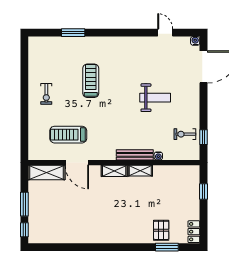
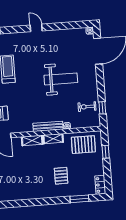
door: (165, 33) -> (36, 28), moved
weight bench: (155, 98) -> (61, 79), width x1.36, depth x1.33
pallet: (177, 181) -> (83, 145), added
pallet: (161, 230) -> (61, 176), moved

